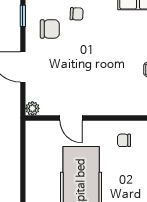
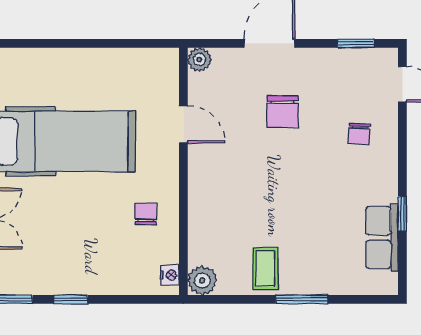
chair: (50, 29) -> (283, 112), moved
door: (71, 118) -> (183, 125), swing flipped

